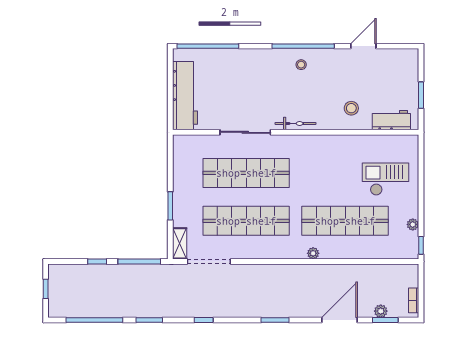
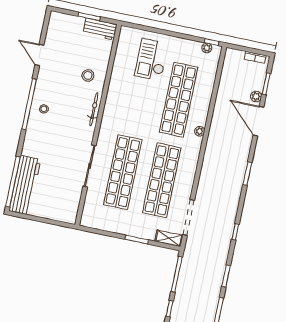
workbench: (185, 96) -> (25, 185), moved, turned 90
workbench: (391, 120) -> (100, 29), moved, turned -90
bicycle: (295, 123) -> (94, 109), moved
plant: (413, 224) -> (207, 48), moved
plant: (381, 311) -> (256, 96), moved

